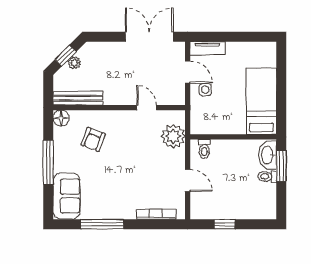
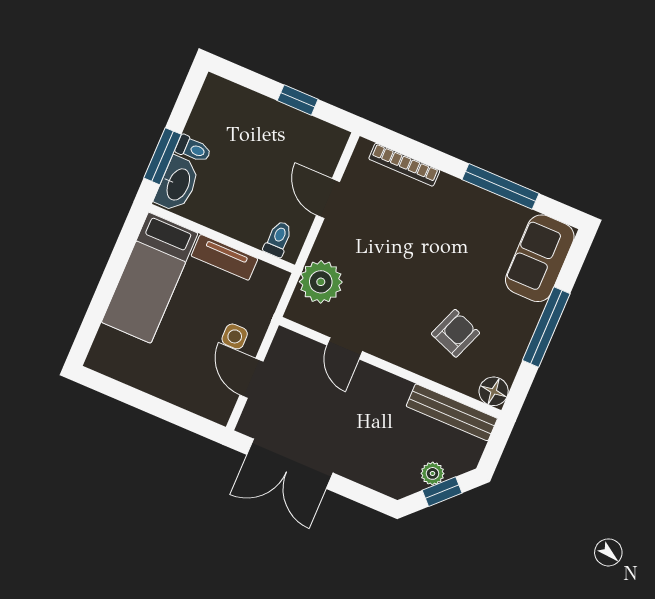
tv unit: (207, 48) -> (224, 257), moved, turned 180

